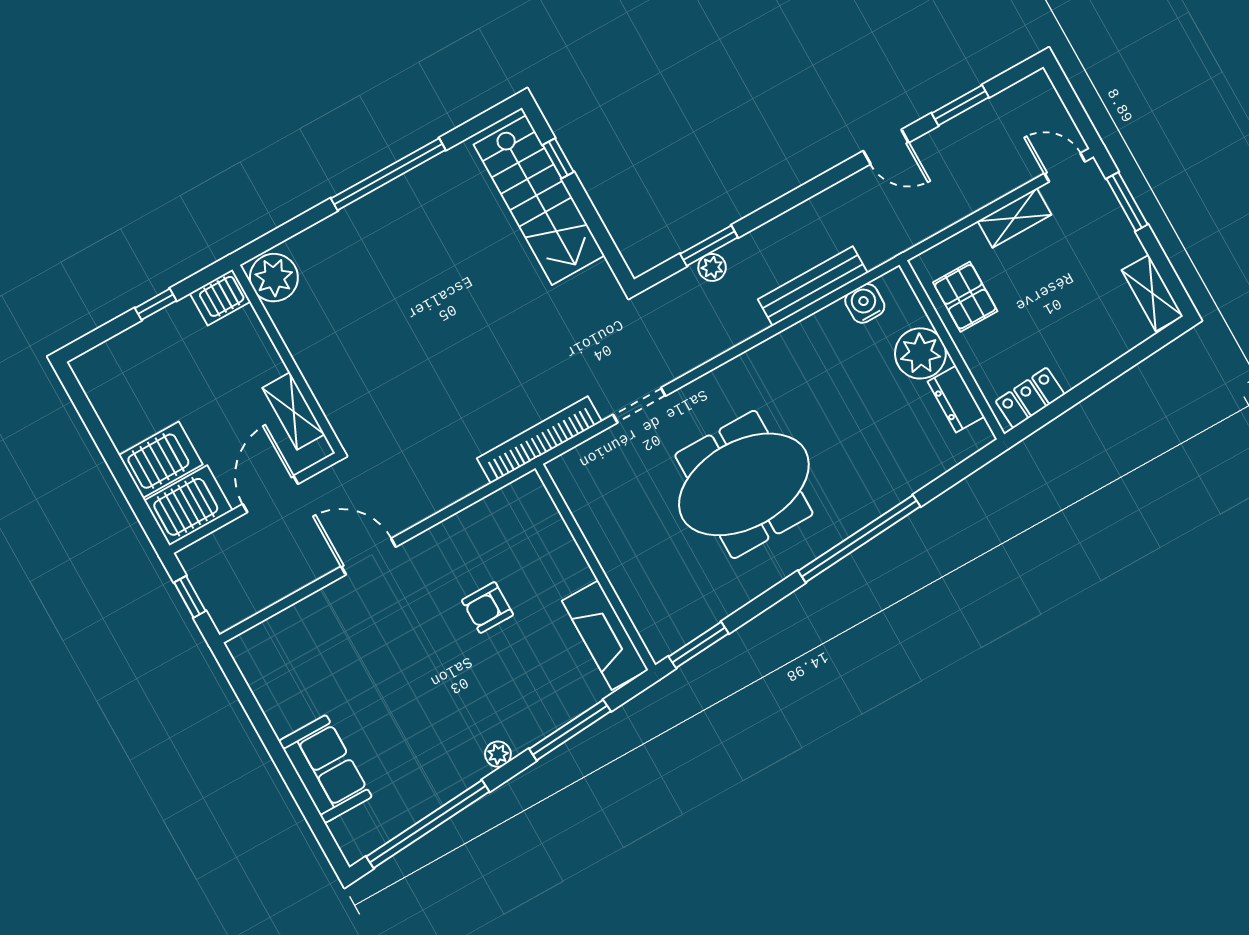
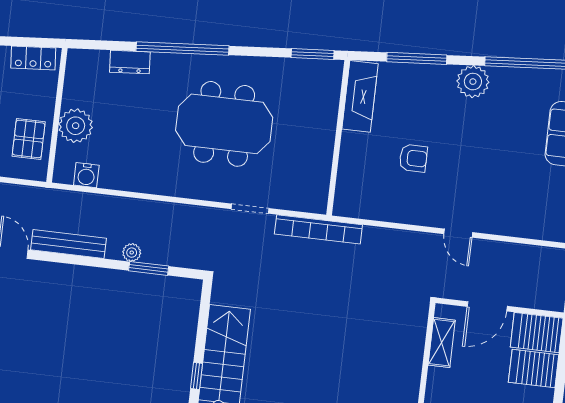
plant: (712, 267) -> (132, 253), moved
bench: (813, 286) -> (69, 244), moved
dresser: (956, 399) -> (130, 62), moved, turned 86
door: (369, 557) -> (458, 233), width x0.73
plant: (498, 754) -> (473, 82), width x1.88, depth x1.88

